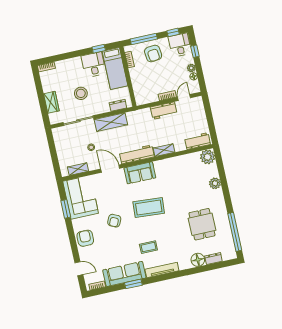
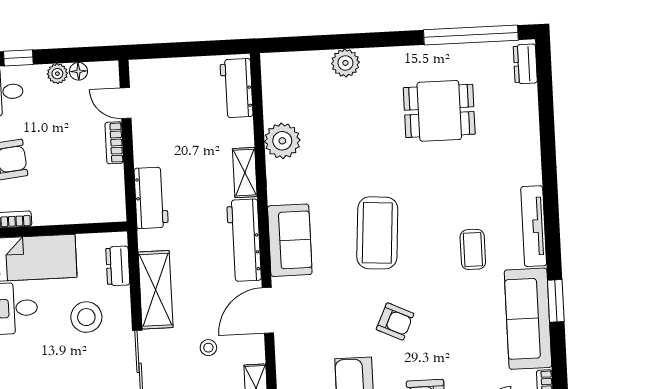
stool: (81, 93) -> (86, 317), moved
workbench: (164, 111) -> (151, 198), moved
plant: (208, 157) -> (282, 141), moved
dresser: (213, 259) -> (525, 64), moved
floor lamp: (198, 260) -> (523, 135), removed

